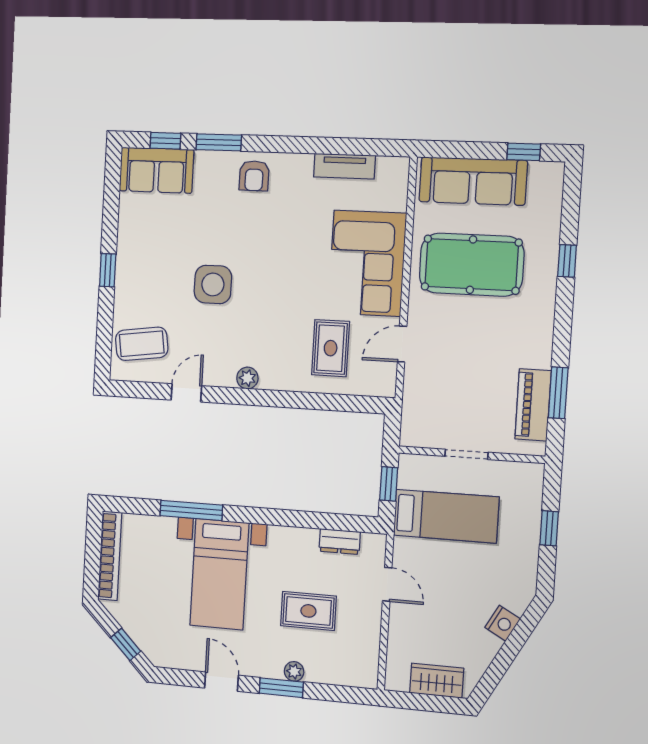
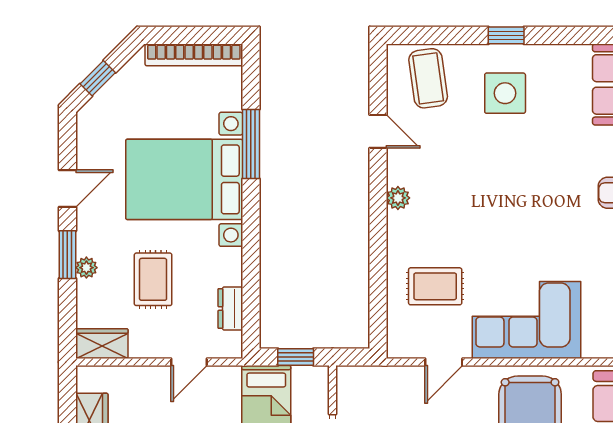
side table: (213, 284) -> (505, 93), moved
door: (402, 344) -> (444, 362), swing flipped
bed with nightstands: (219, 574) -> (184, 179), width x1.36
wardrobe: (365, 664) -> (102, 344), added

